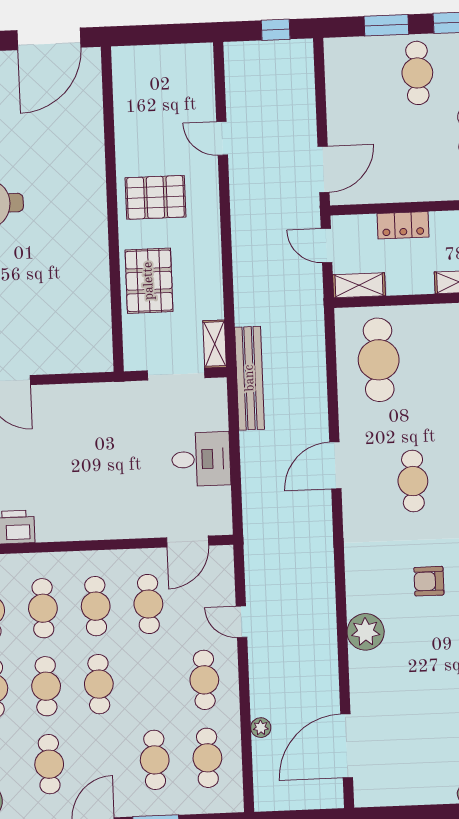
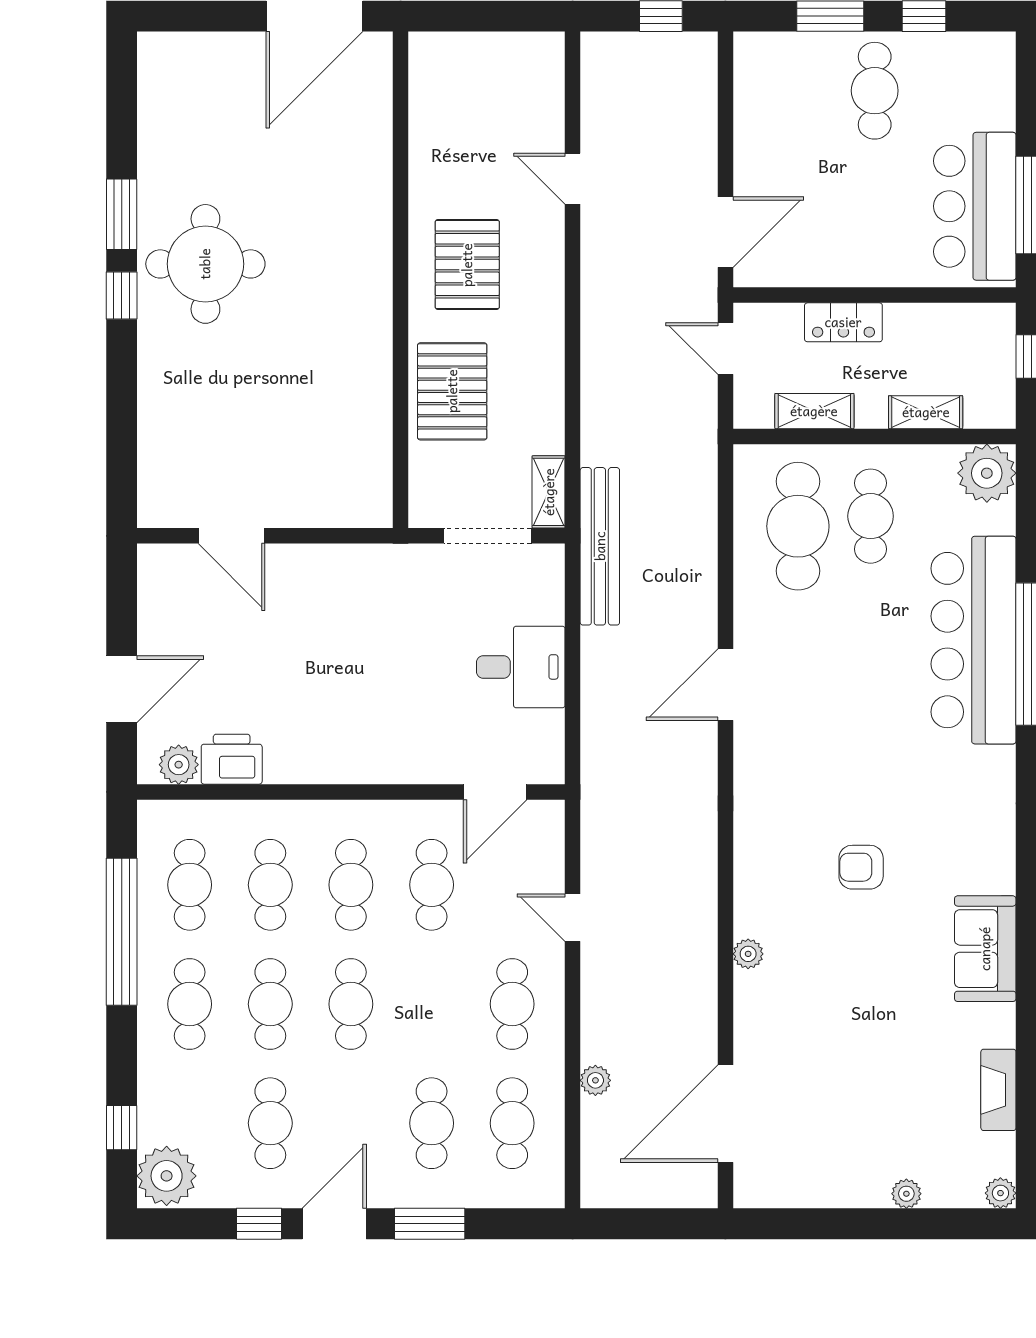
pallet: (155, 197) -> (467, 265), turned 90
shelving: (359, 285) -> (814, 411), moved
cafe table: (413, 481) -> (871, 516), moved
plant: (366, 632) -> (748, 954), width x0.53, depth x0.53

